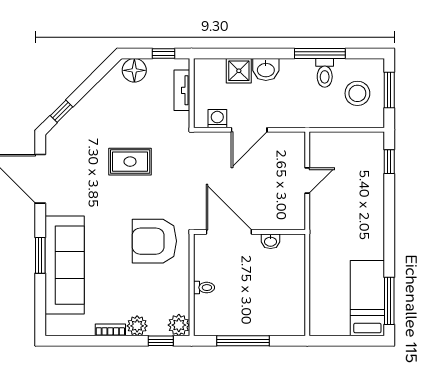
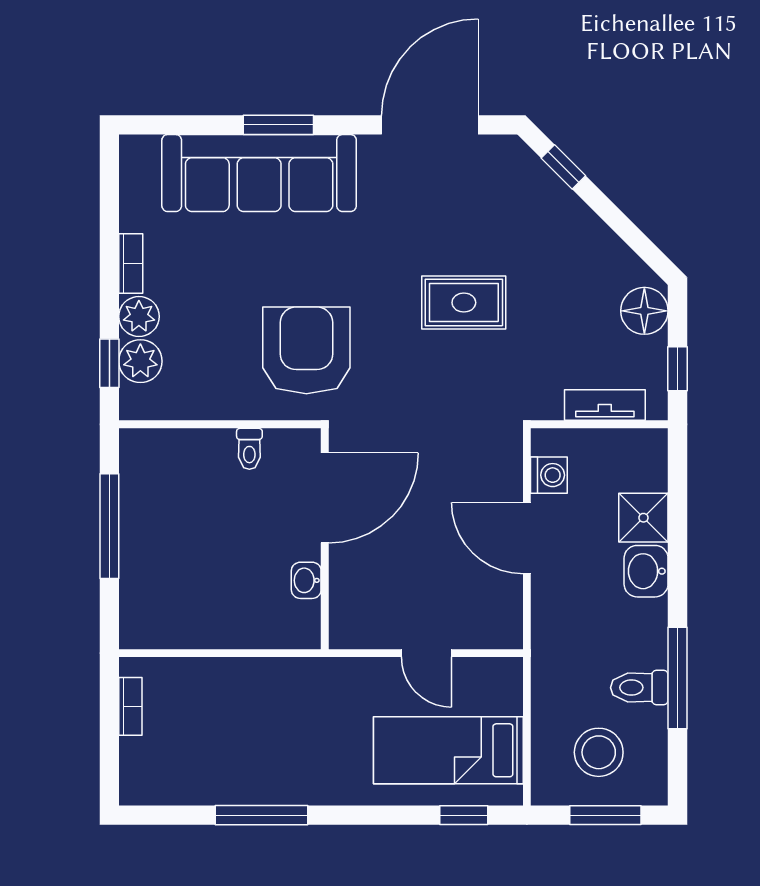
rug: (130, 162) -> (464, 303), turned 90
toilet: (204, 288) -> (249, 449), moved
bed: (367, 298) -> (448, 750), moved, turned 180
window: (389, 301) -> (262, 815), moved
plant: (179, 325) -> (140, 361), moved
bookcase: (334, 330) -> (130, 706), added

